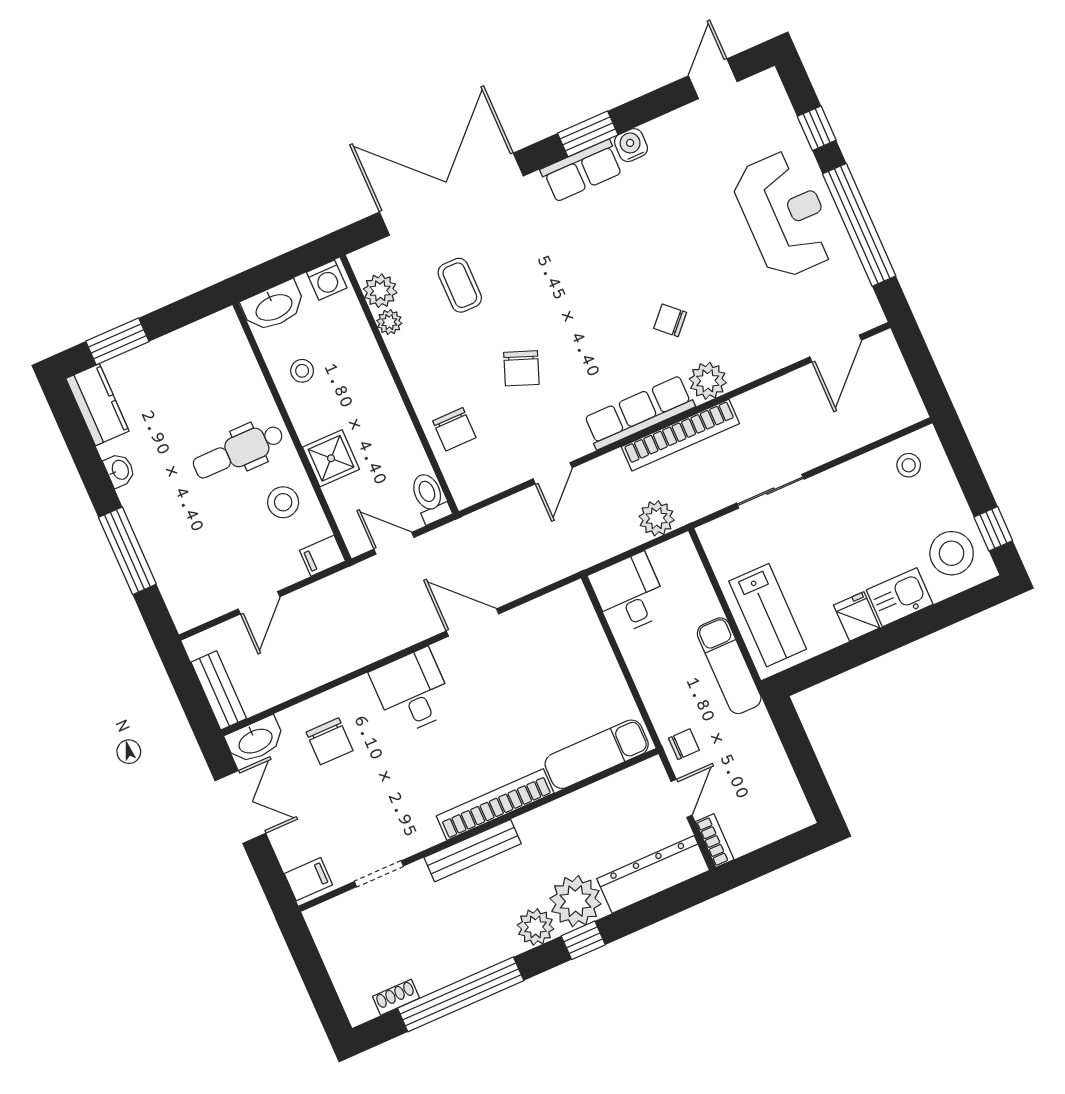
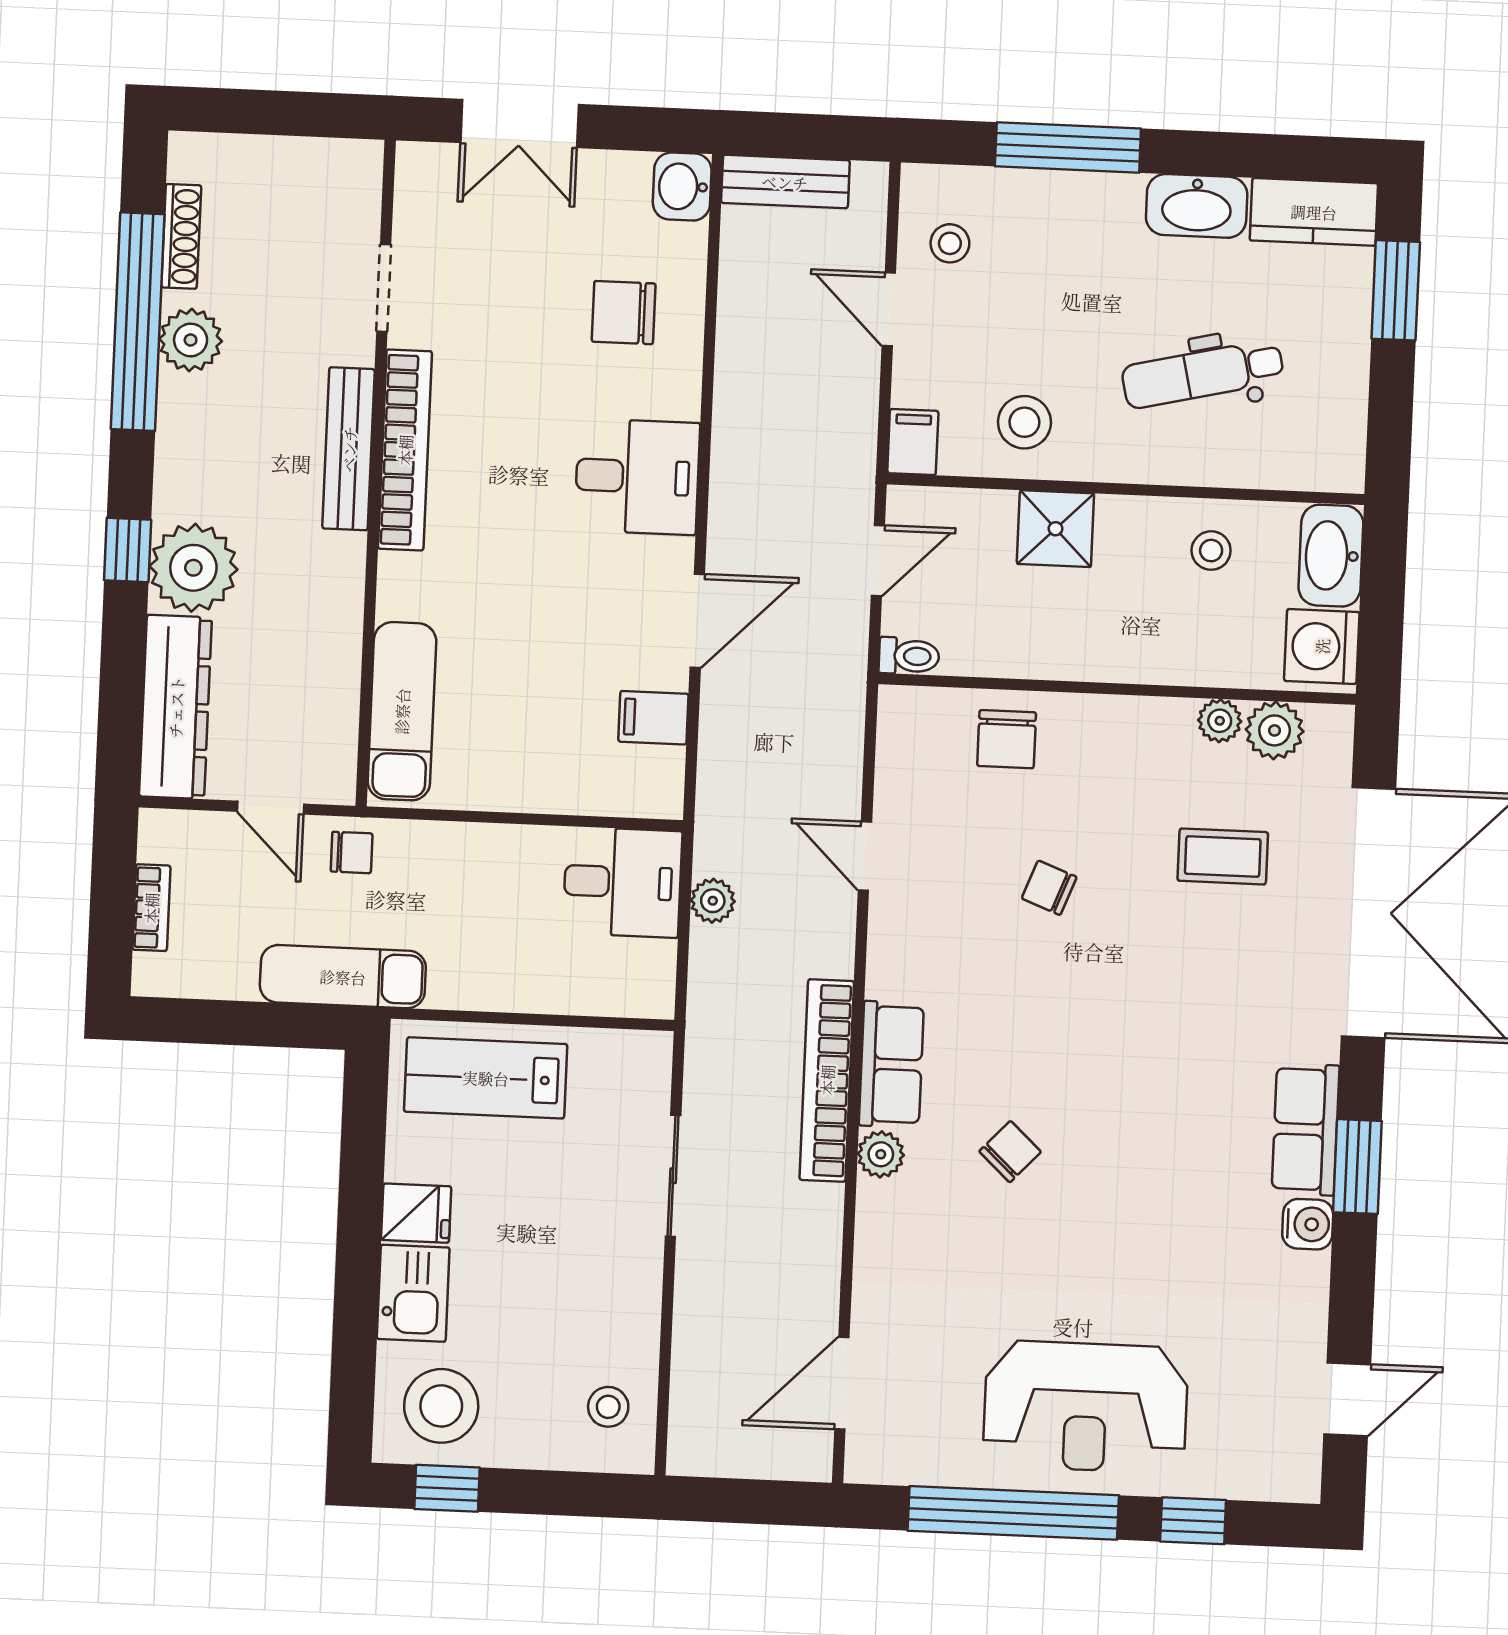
door: (713, 79) -> (1347, 1399), hinge flipped
washing machine: (327, 280) -> (1322, 646), width x1.38, depth x1.38
door: (836, 348) -> (842, 1383), hinge flipped
chair: (521, 368) -> (1049, 888), width x0.73, depth x0.73
plant: (708, 381) -> (881, 1154), width x0.73, depth x0.73
row of seats: (639, 412) -> (891, 1064), width x0.68
chair: (454, 429) -> (1007, 739), turned -90
dental chair: (238, 451) -> (1203, 374), moved, turned -103
washbasin: (120, 470) -> (1197, 206), width x1.91, depth x1.45
toilet: (430, 498) -> (909, 656), width x0.73, depth x0.72
plant: (657, 518) -> (713, 901), moved, width x0.73, depth x0.73
stool: (208, 588) -> (950, 243), added
exam couch: (729, 666) -> (343, 977), moved
washbasin: (255, 740) -> (682, 187), width x0.72
chair: (684, 744) -> (352, 852), turned -90
bookcase: (495, 804) -> (405, 450), moved
double door: (240, 807) -> (520, 123), moved
bookcase: (715, 841) -> (151, 908), moved, turned -90
filing cabinet: (308, 879) -> (653, 718), moved, turned 90
plant: (535, 927) -> (191, 340), moved
shoe rack: (396, 997) -> (181, 236), width x1.43

